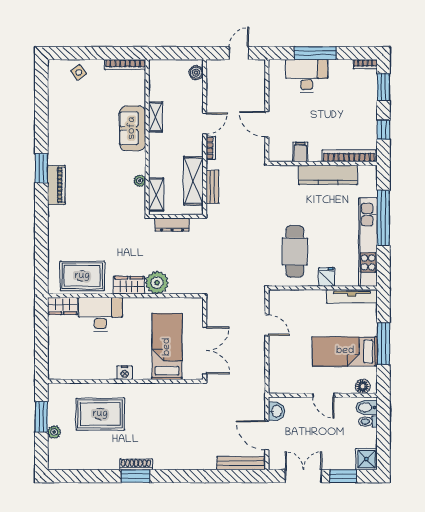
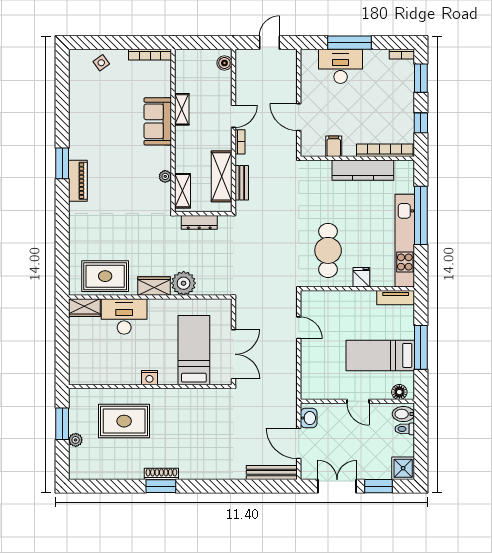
tv unit: (352, 296) -> (396, 298), width x0.71

